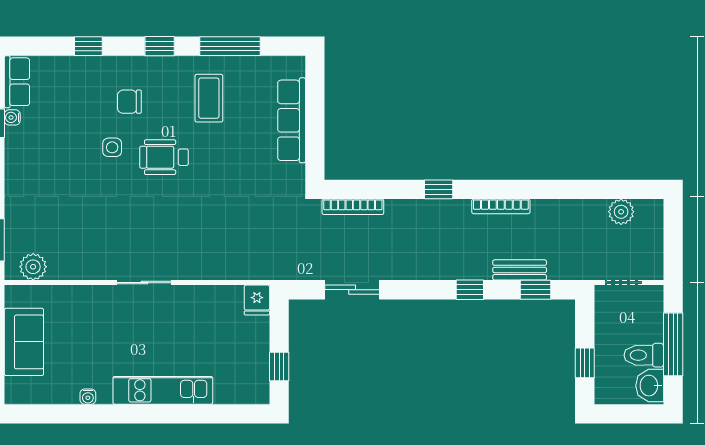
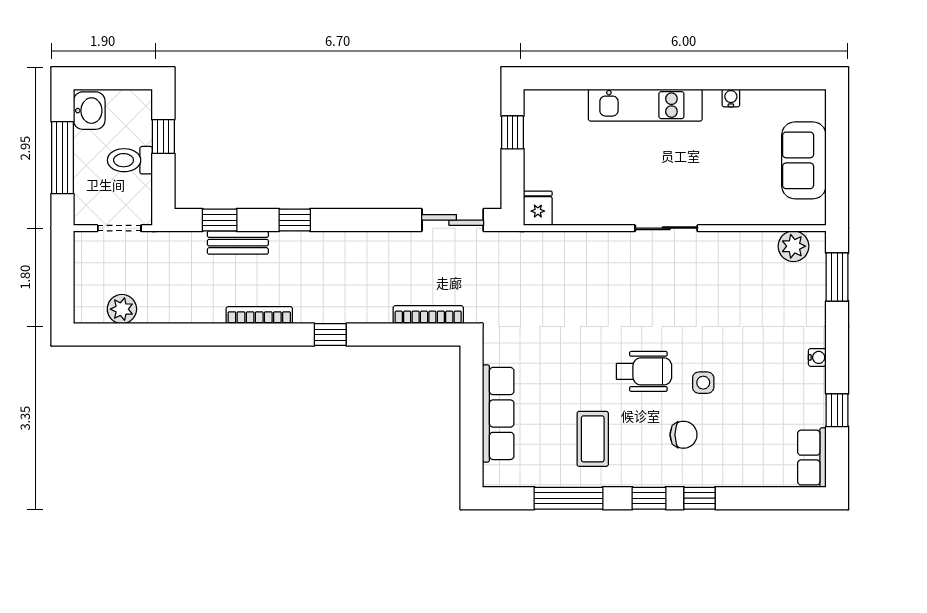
window: (88, 46) -> (700, 498), moved
water cooler: (12, 117) -> (817, 357), moved
sliding door: (352, 290) -> (453, 220), moved
toilet: (644, 355) -> (130, 160), moved, turned 180

